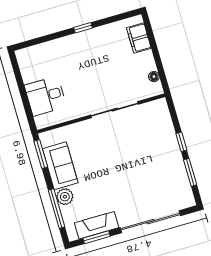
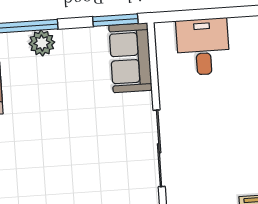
sofa: (60, 166) -> (130, 58), moved, turned 90

